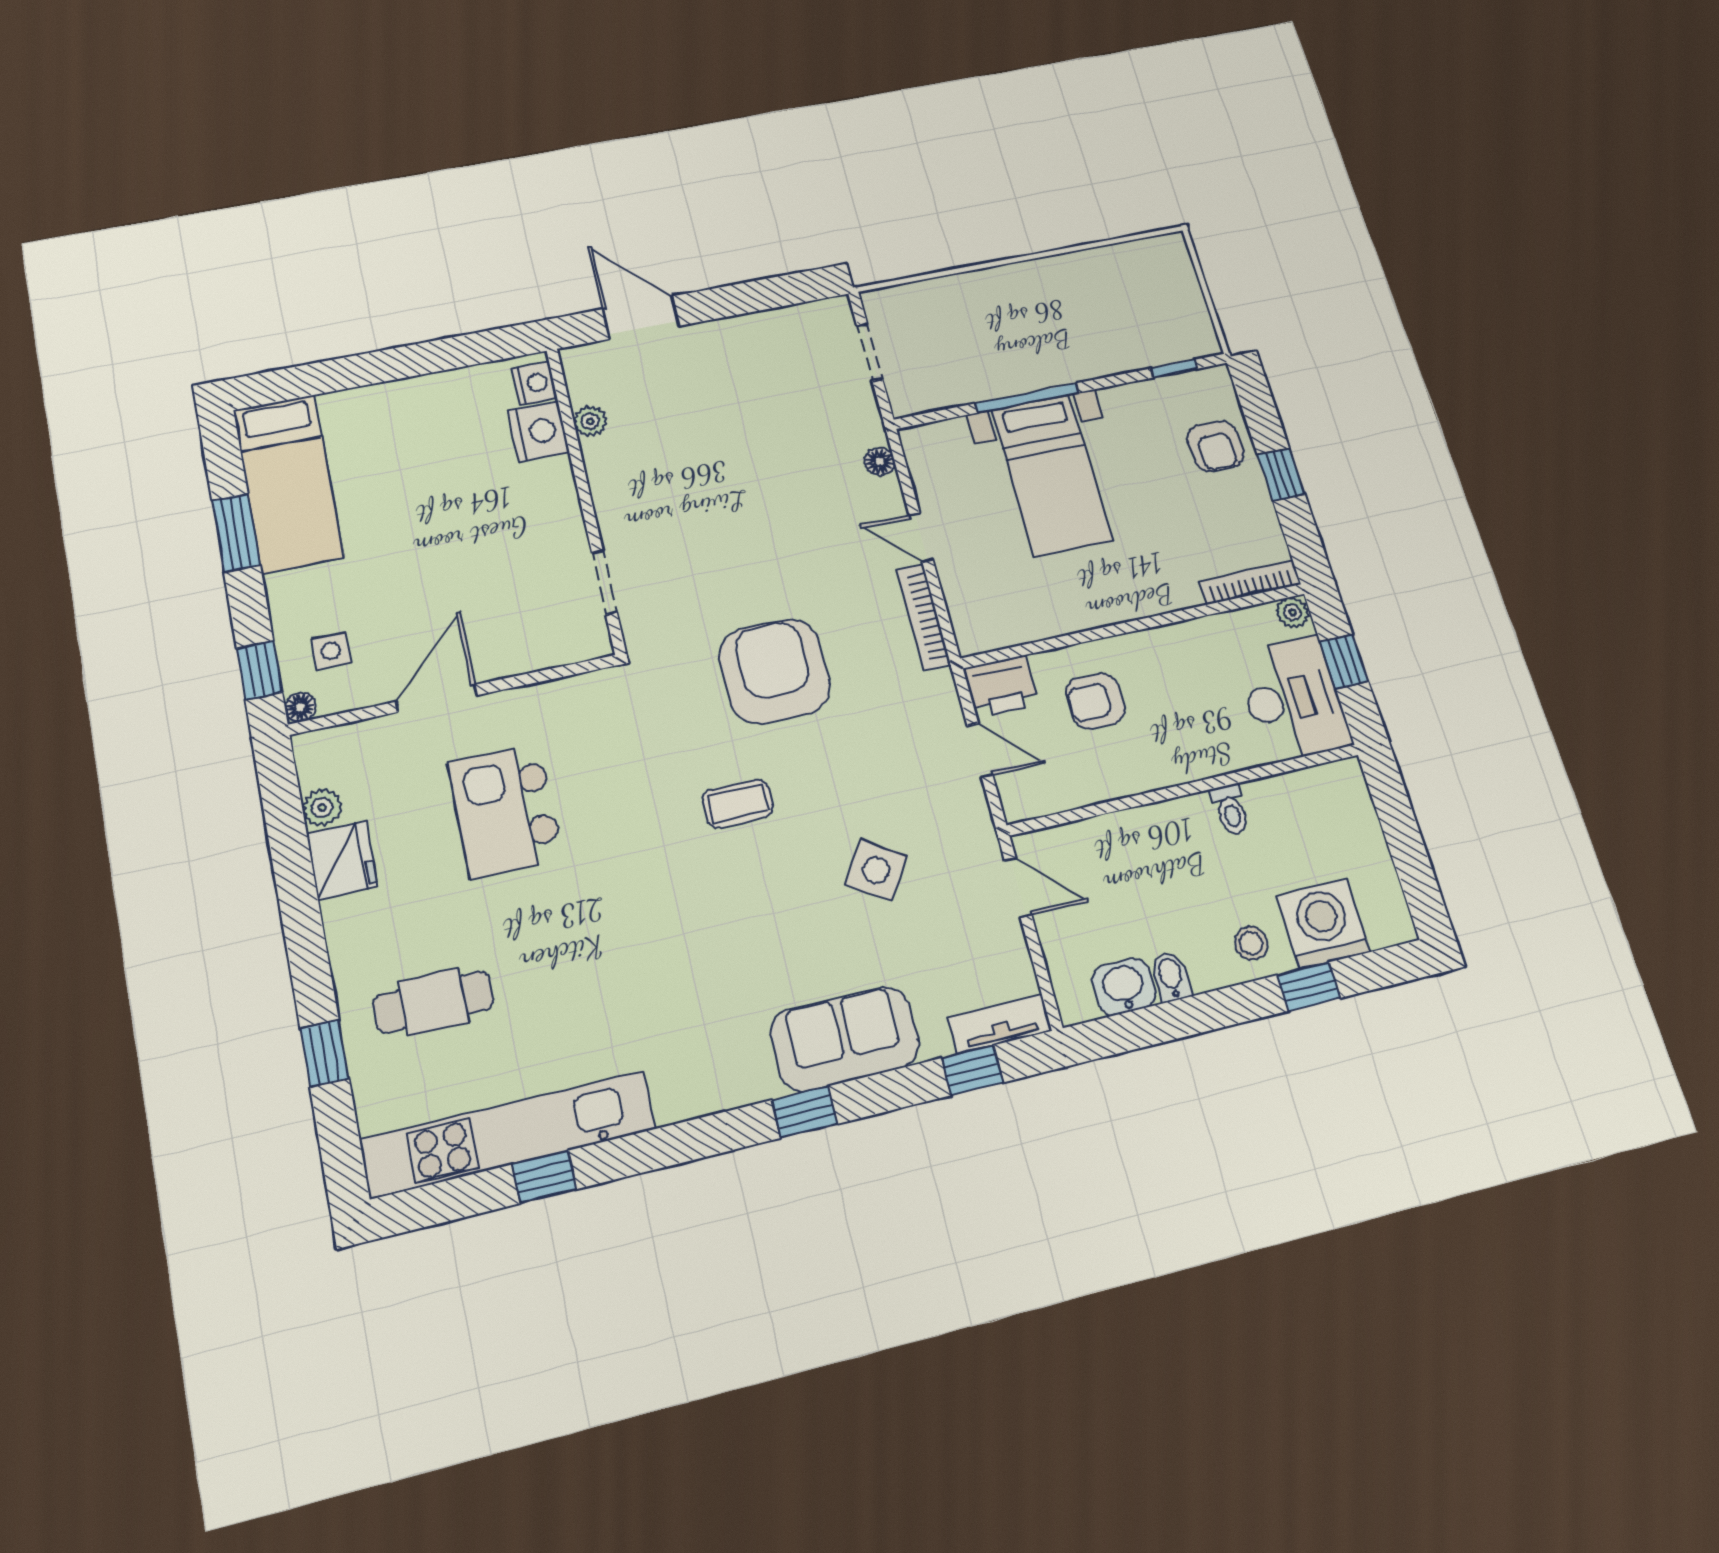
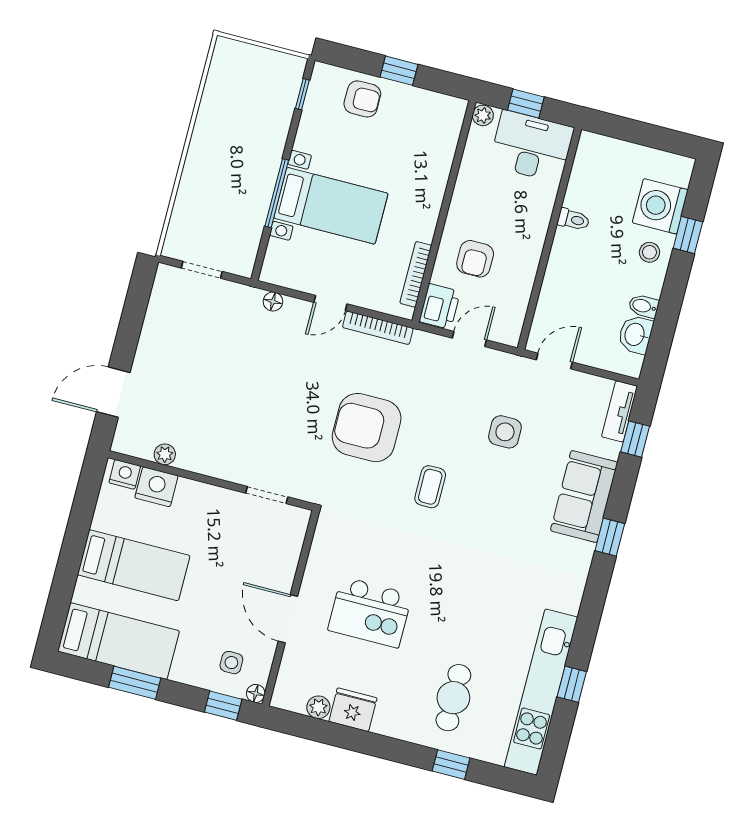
bed: (410, 453) -> (134, 565), added
bookcase: (1250, 583) -> (416, 274), moved
side table: (876, 870) -> (505, 432), turned -33

